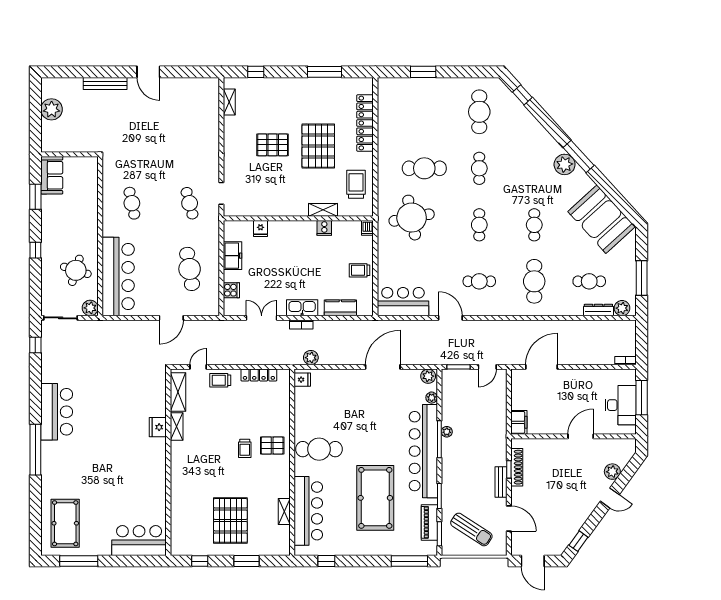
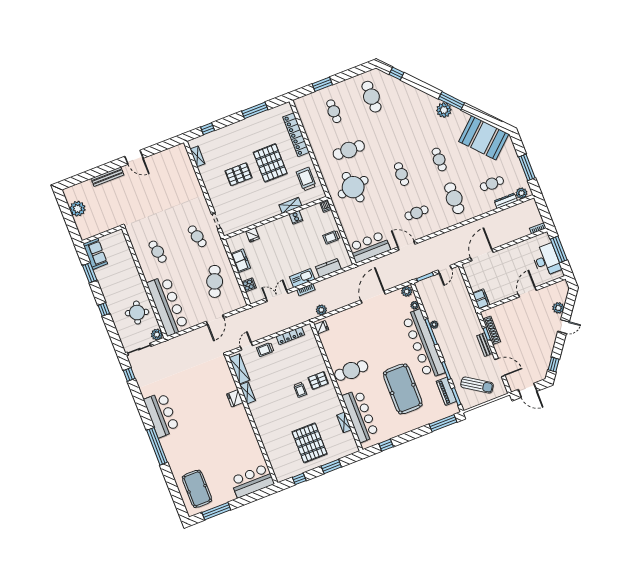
cafe table: (479, 168) -> (334, 111), moved
cafe table: (190, 269) -> (215, 281), turned 30

